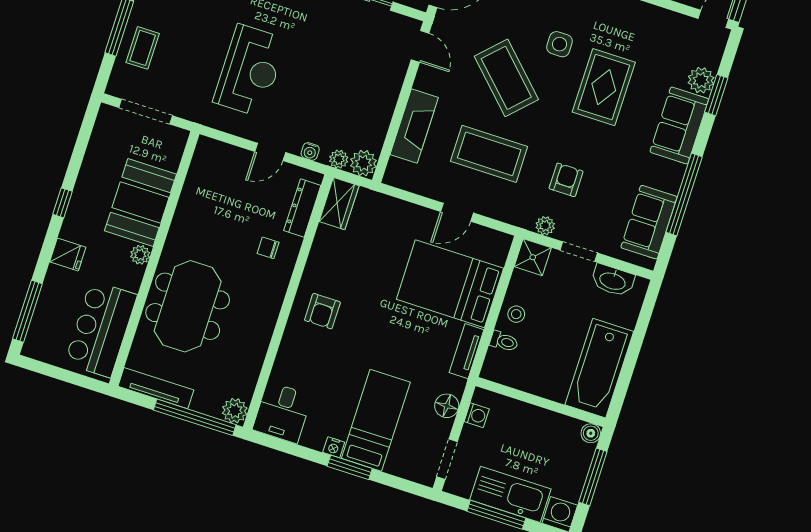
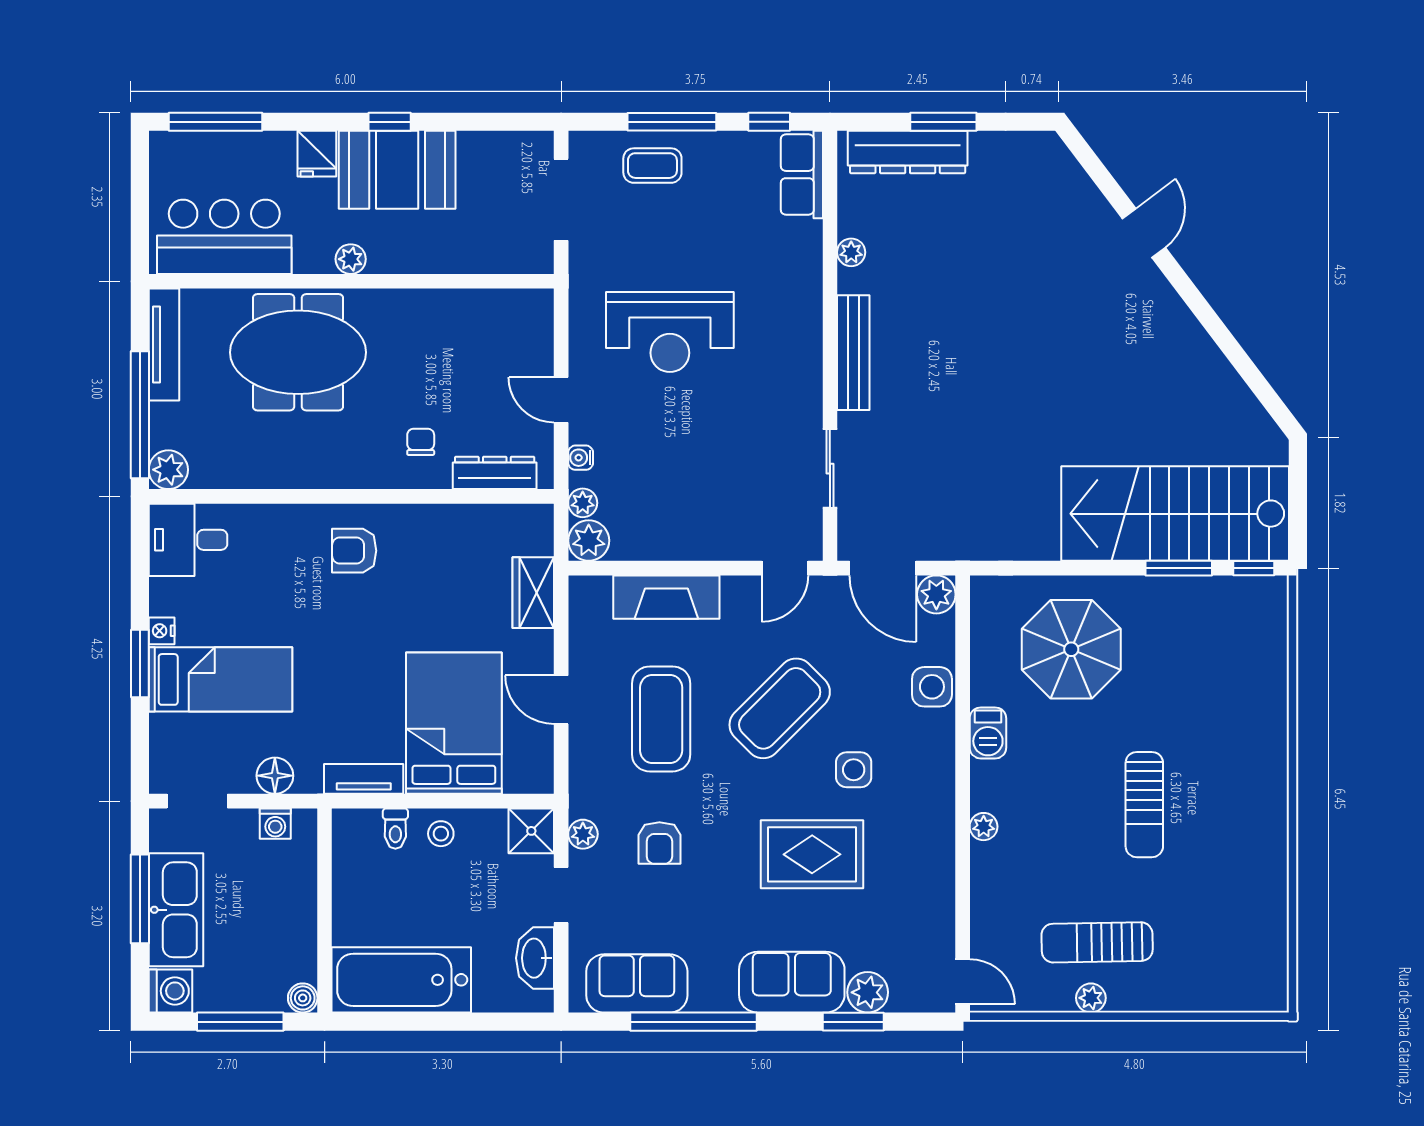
armchair: (566, 180) -> (659, 843), turned 90
booth: (141, 202) -> (397, 170), moved
wardrobe: (339, 204) -> (533, 593), moved, turned 90

